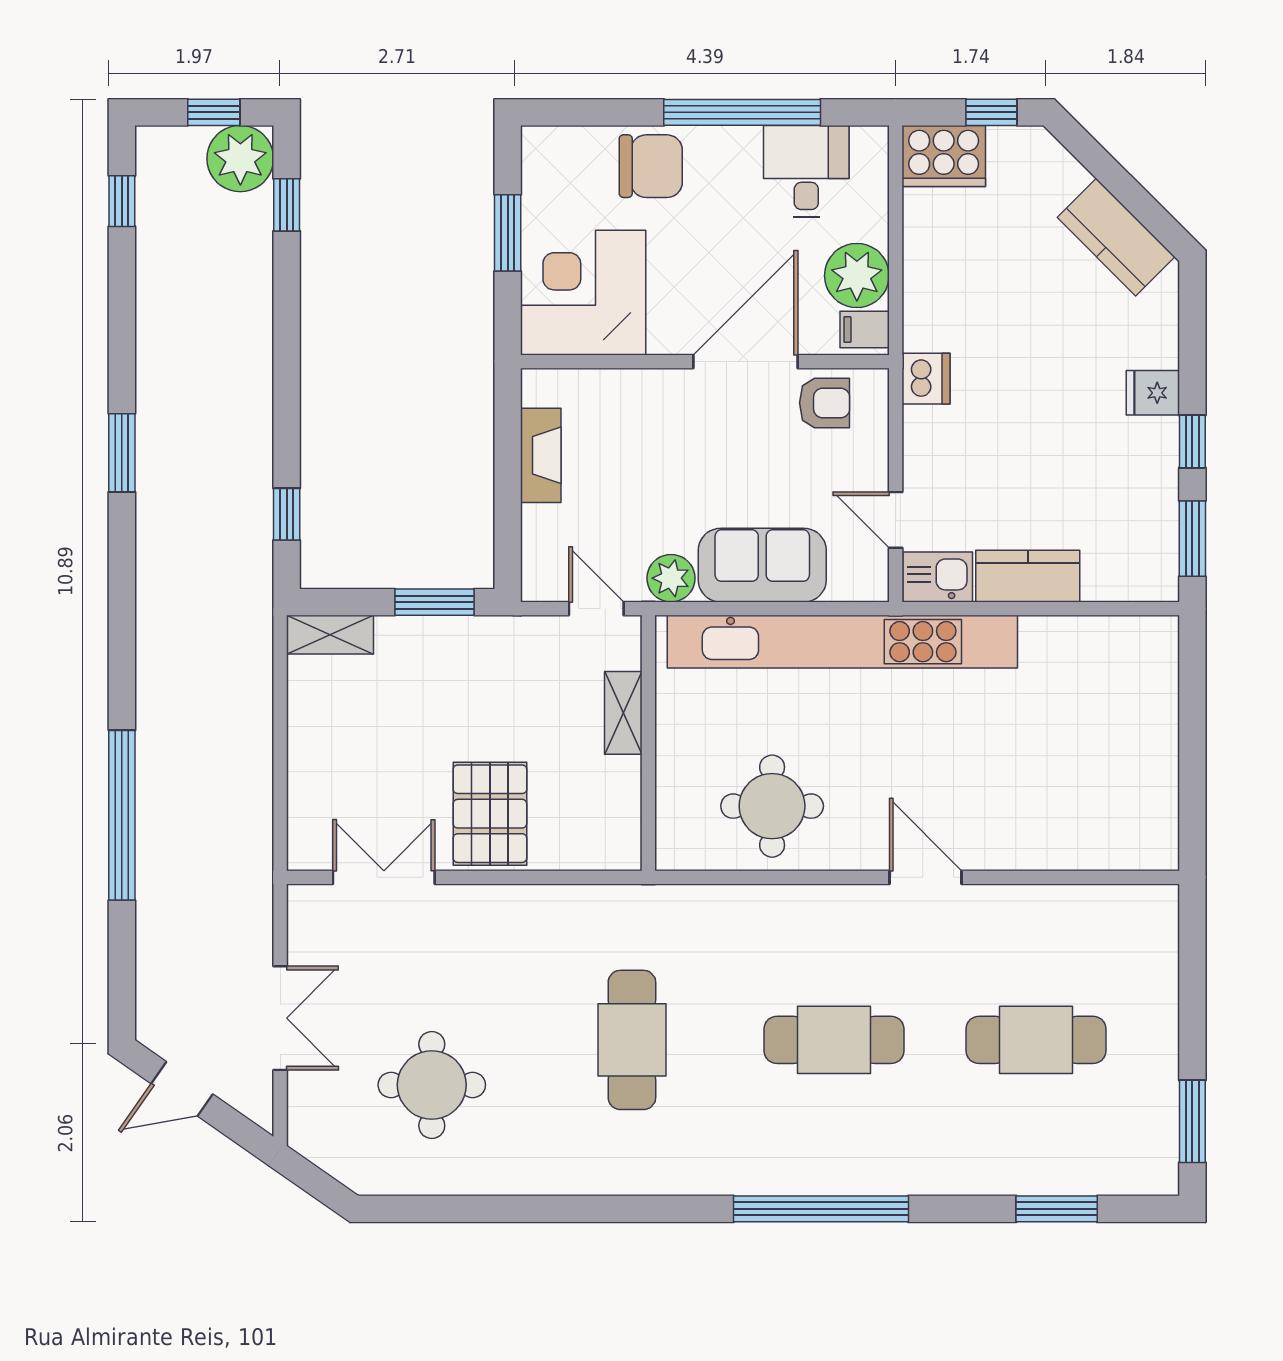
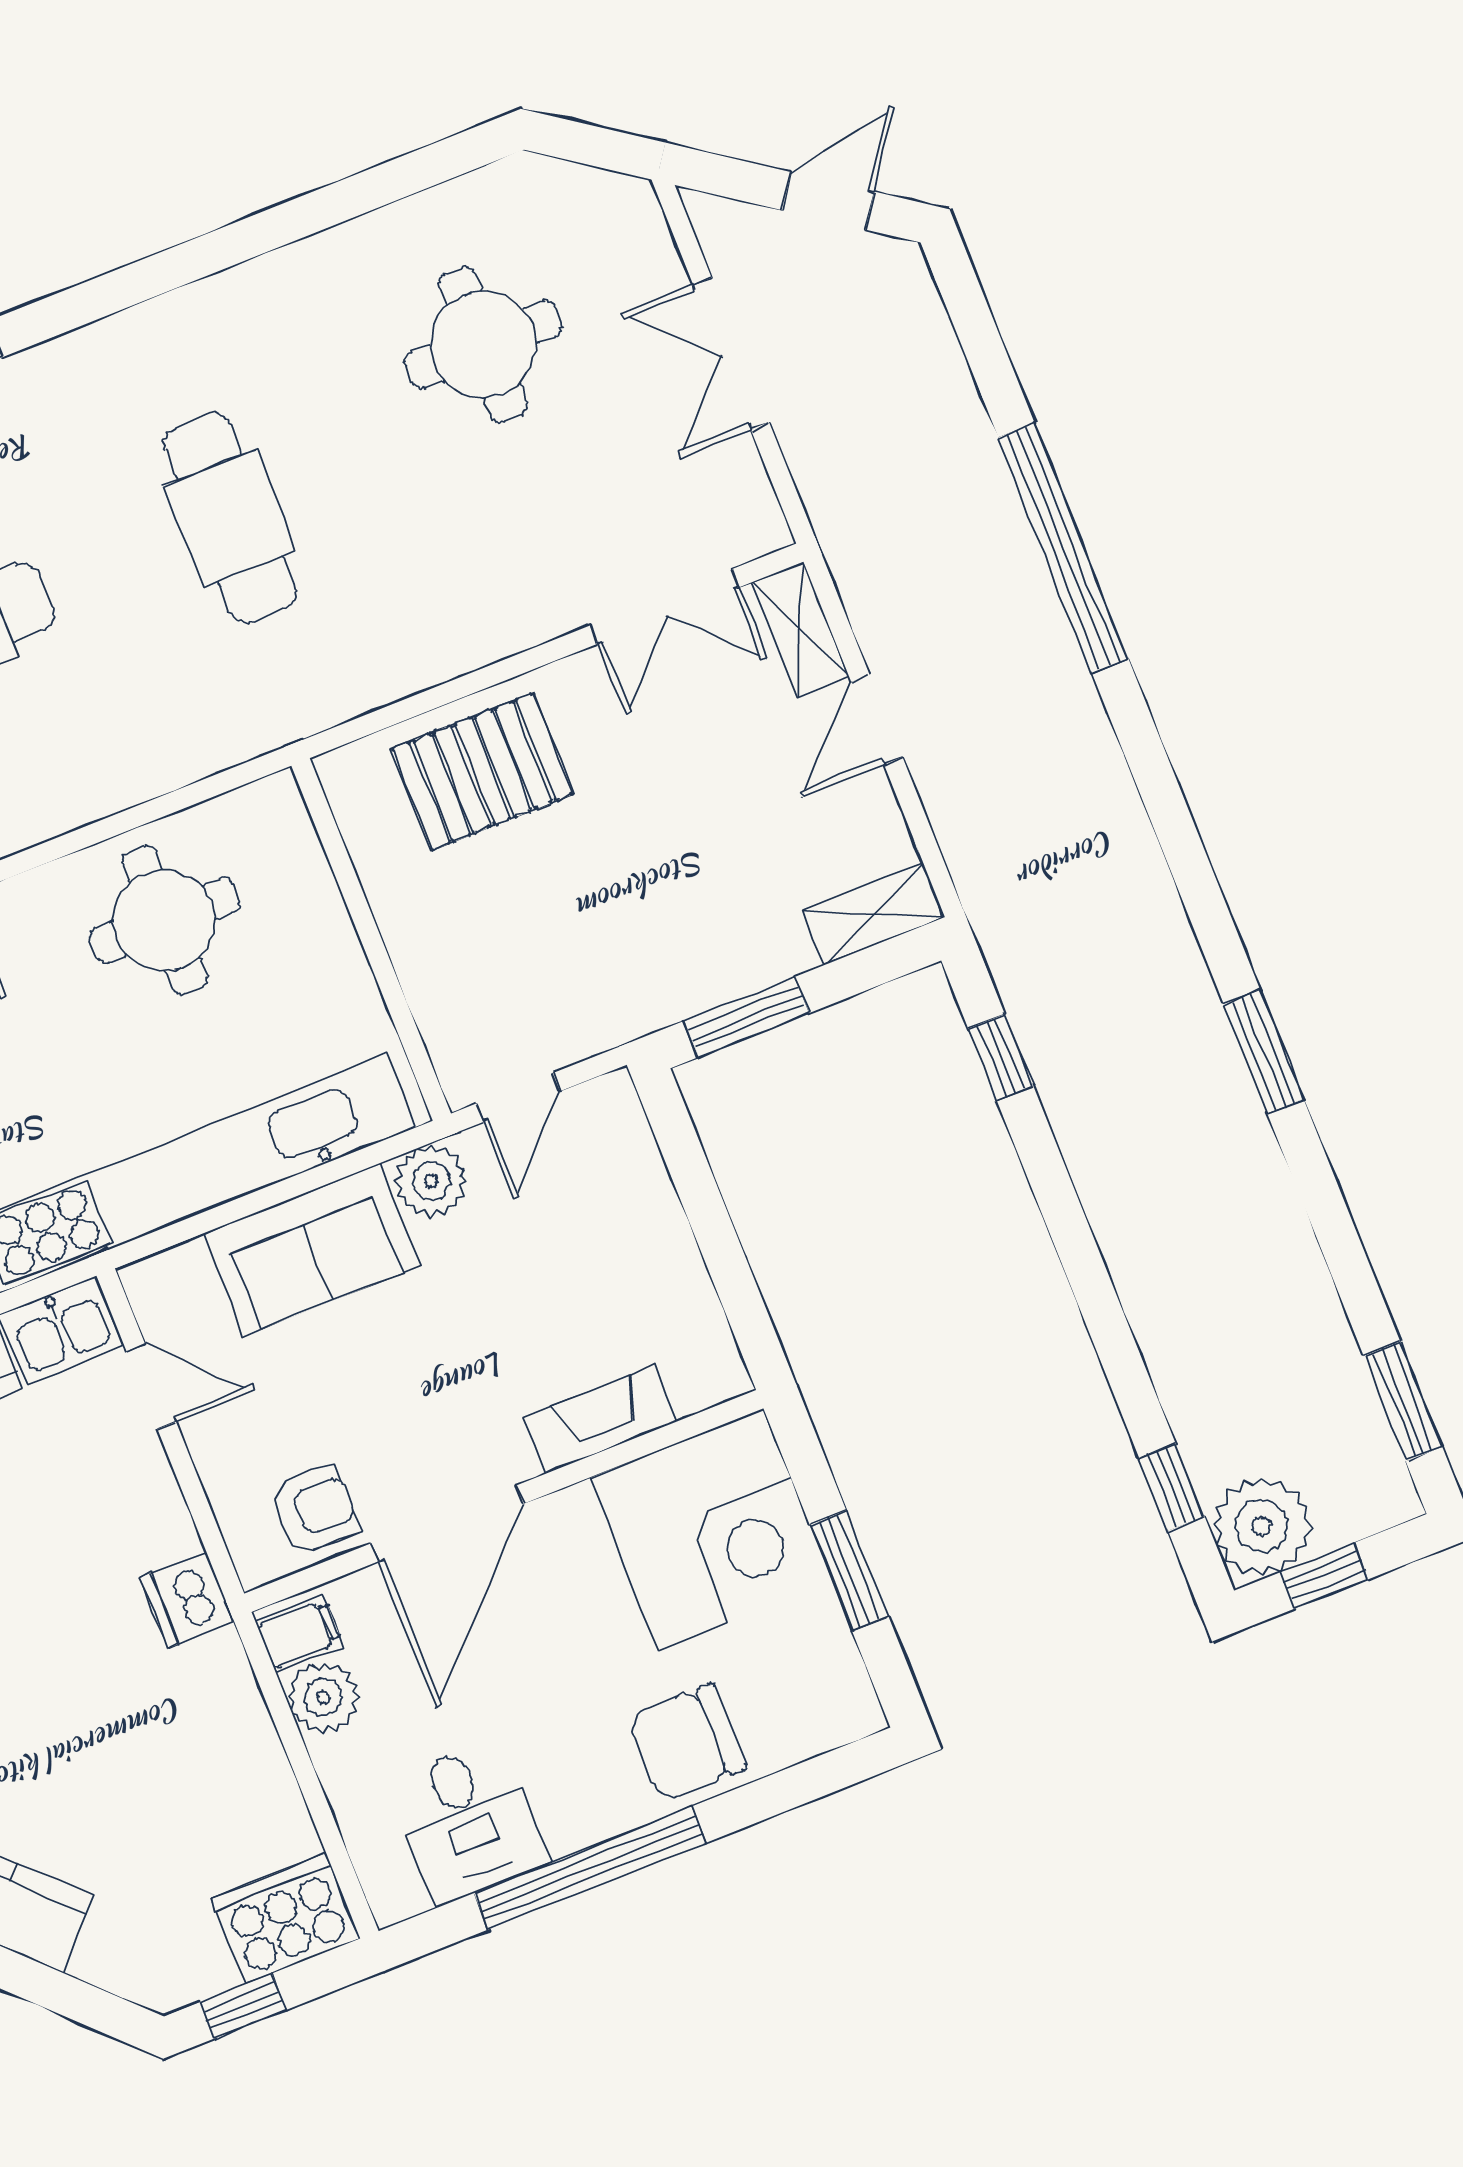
window: (122, 201) -> (1403, 1402), width x1.50
plant: (857, 275) -> (323, 1697), width x0.73, depth x0.73
armchair: (825, 403) -> (314, 1510), turned 180
fireplace: (541, 455) -> (601, 1419), moved, turned 90
door: (596, 609) -> (518, 1097), hinge flipped
shelving: (623, 713) -> (801, 630), moved
door: (280, 755) -> (877, 720), added
pallet: (490, 814) -> (483, 771), moved, turned 90

